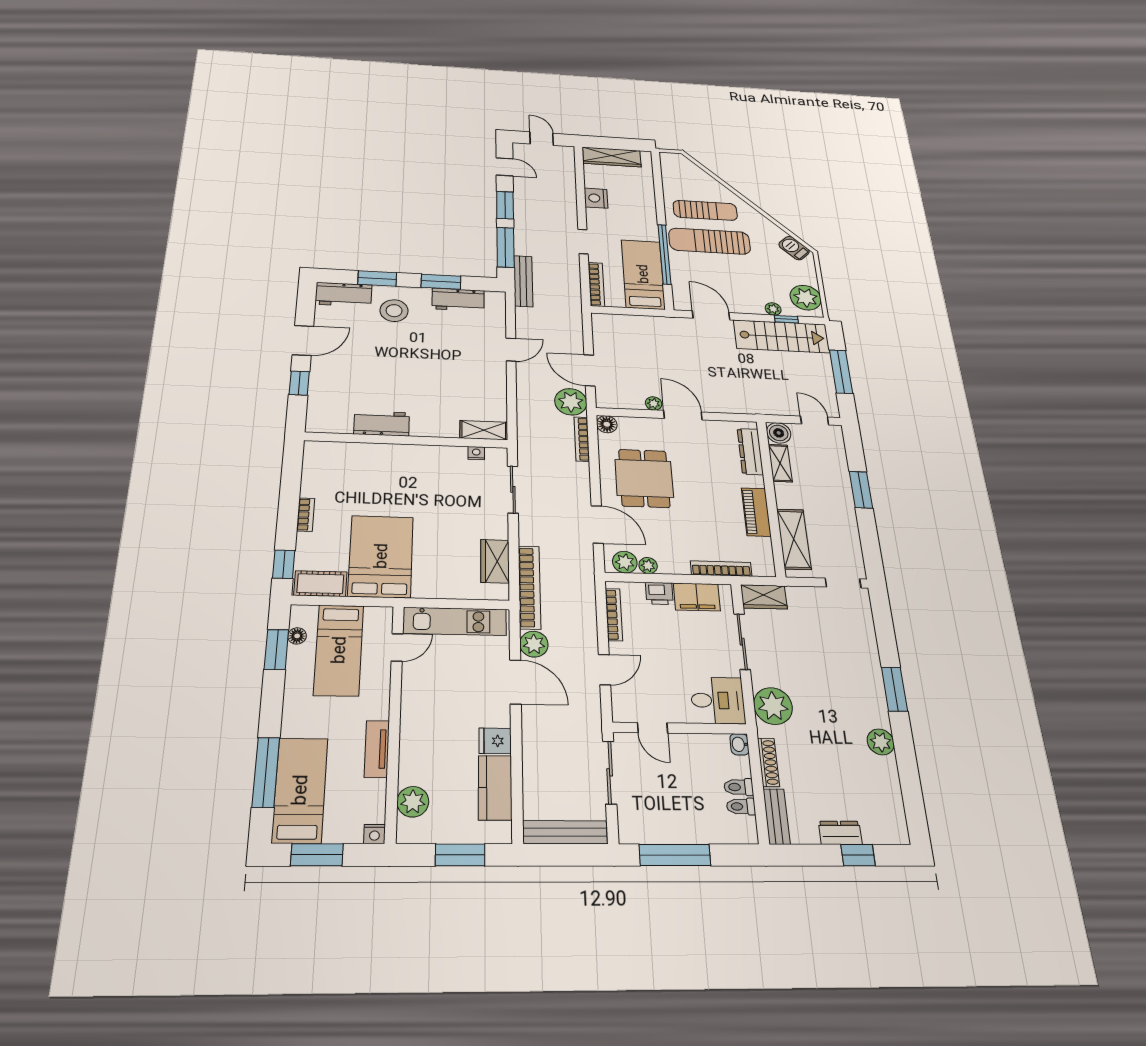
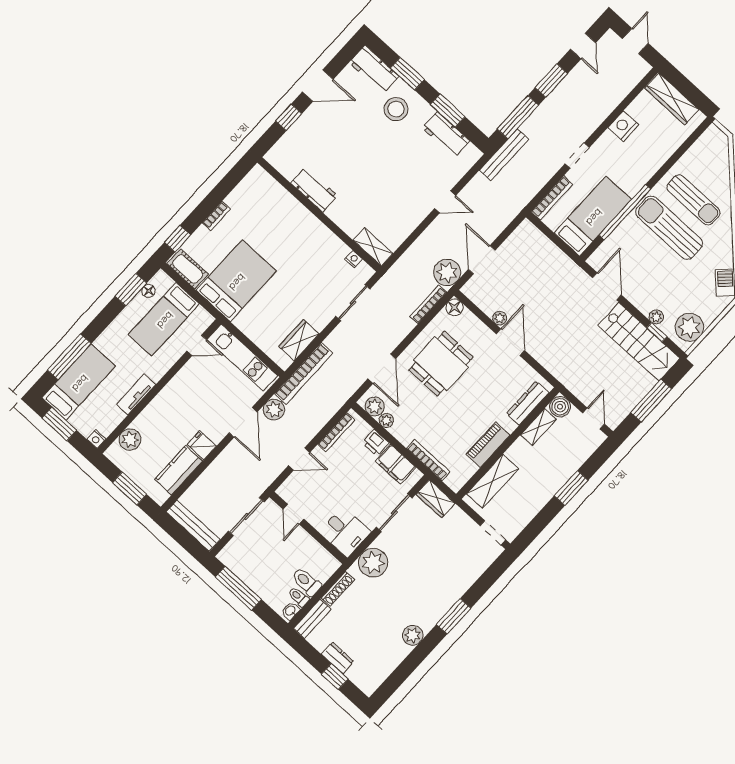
washbasin: (739, 744) -> (290, 611), moved
toilet: (739, 787) -> (306, 582), width x1.37, depth x1.39

